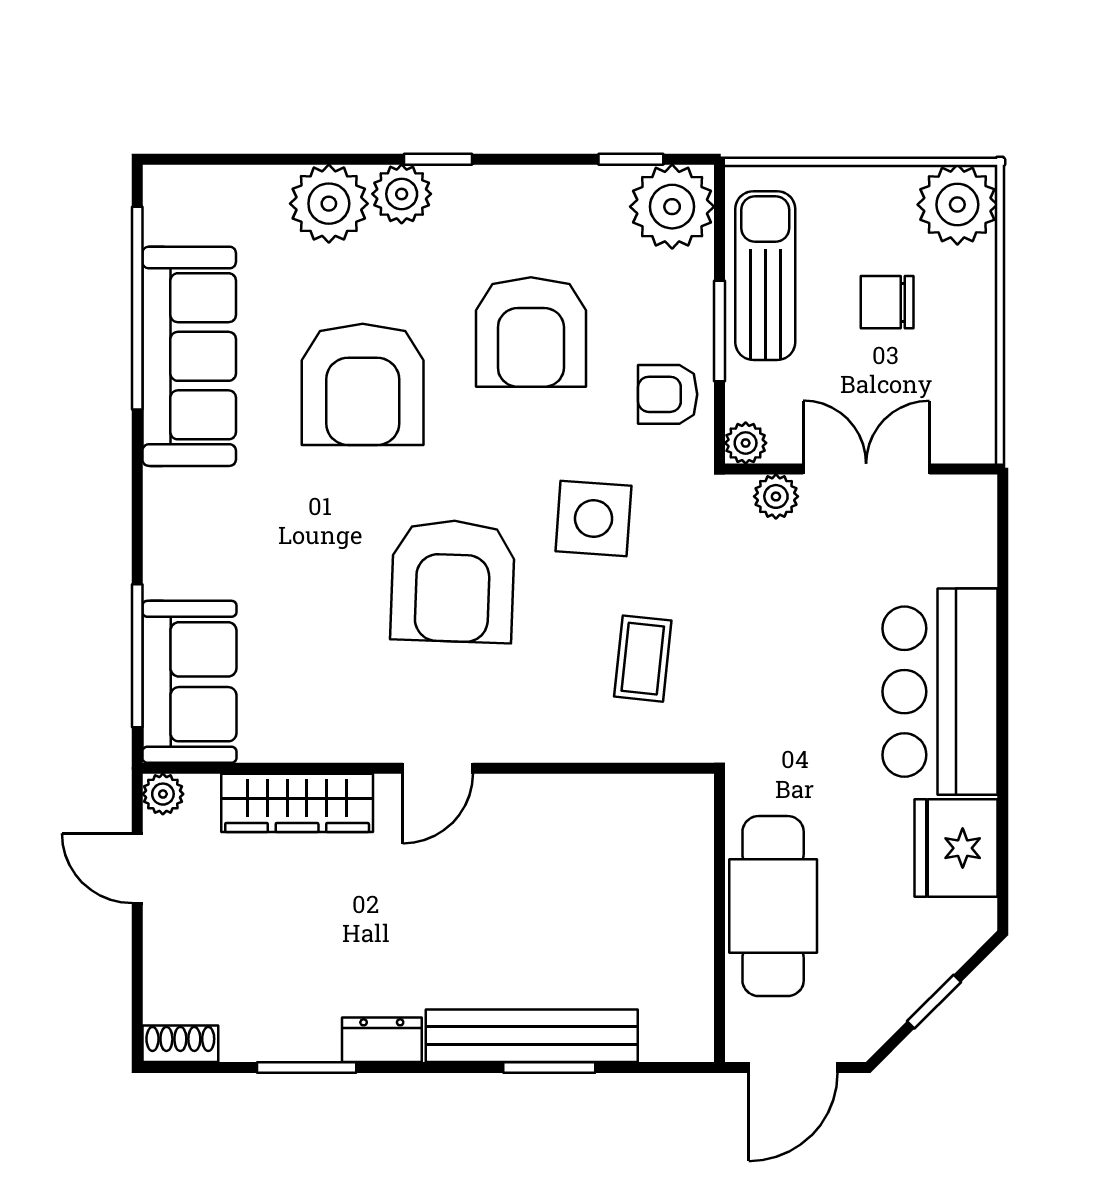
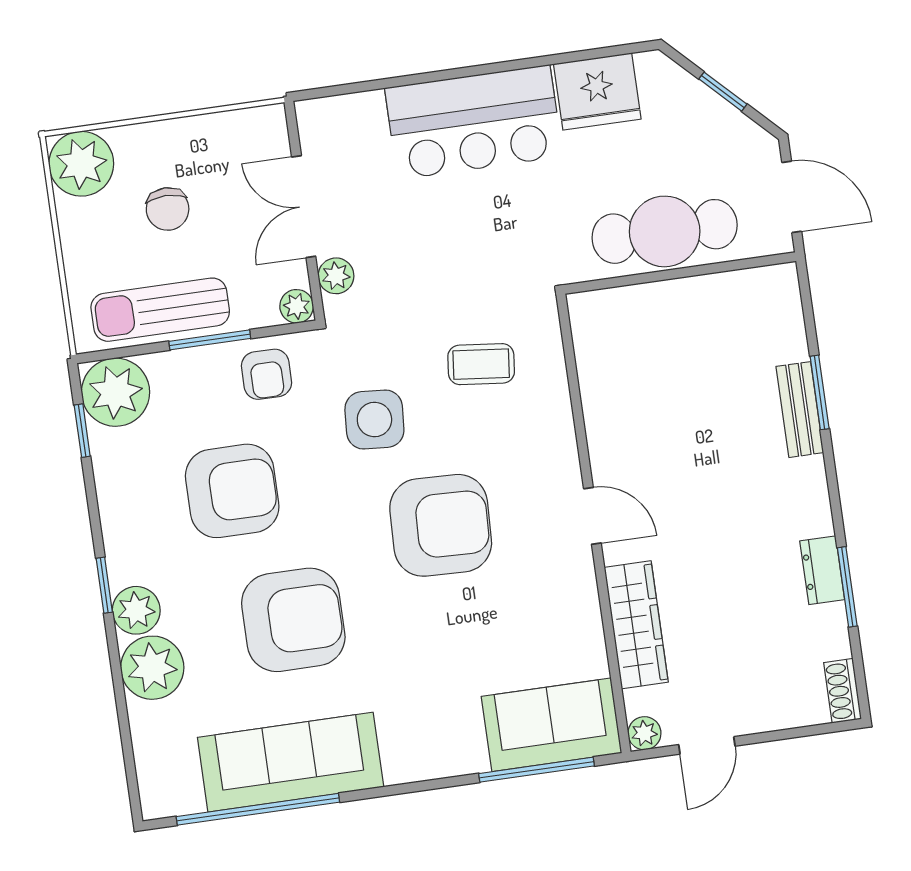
bench: (532, 1036) -> (800, 410), width x0.54, depth x0.82
dresser: (382, 1040) -> (822, 570), moved

